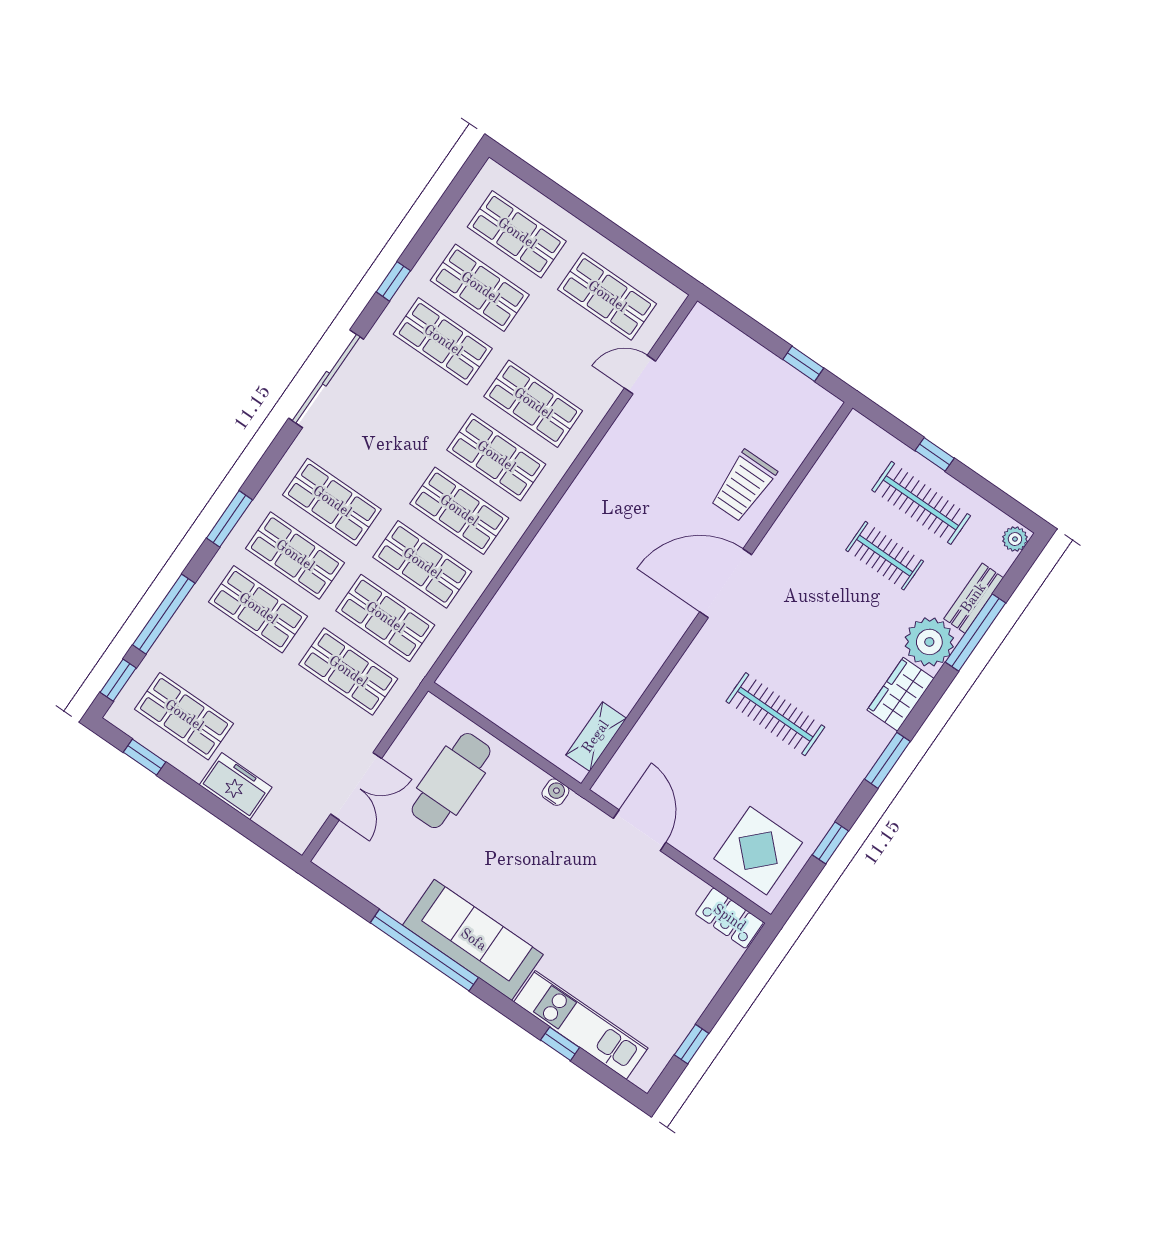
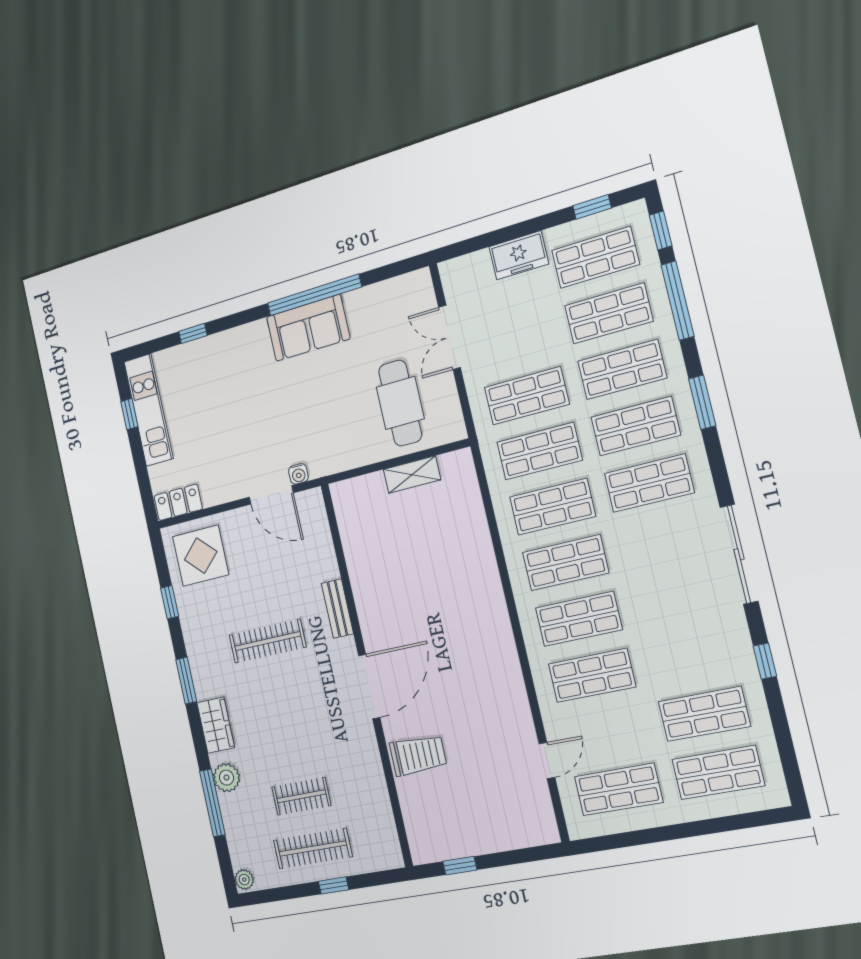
shop shelf: (443, 341) -> (609, 313), moved
trolley: (743, 486) -> (418, 755), turned 90
bench: (974, 598) -> (337, 609), moved
plant: (929, 642) -> (226, 778), width x0.73, depth x0.73
shelving: (596, 737) -> (412, 475), moved, turned 90
water cooler: (555, 792) -> (298, 474), moved
sofa: (473, 940) -> (308, 328), width x0.73
kitchen unit: (581, 1025) -> (149, 410), moved, turned -90

